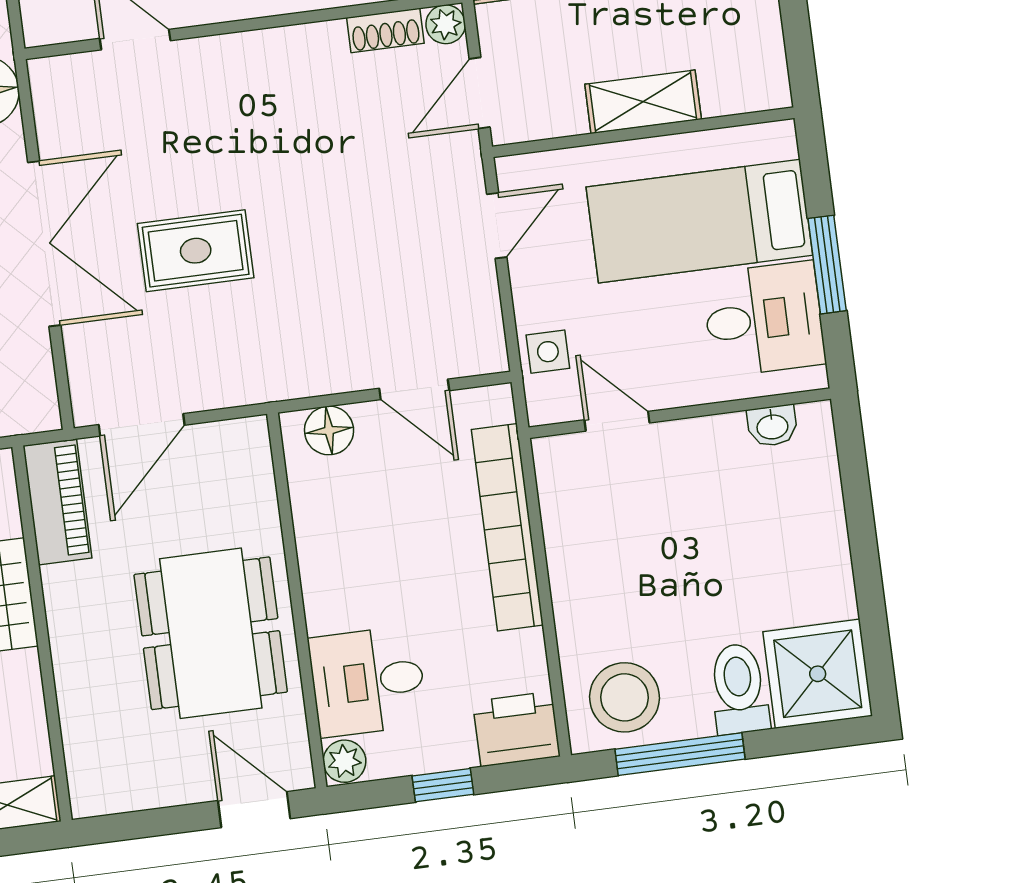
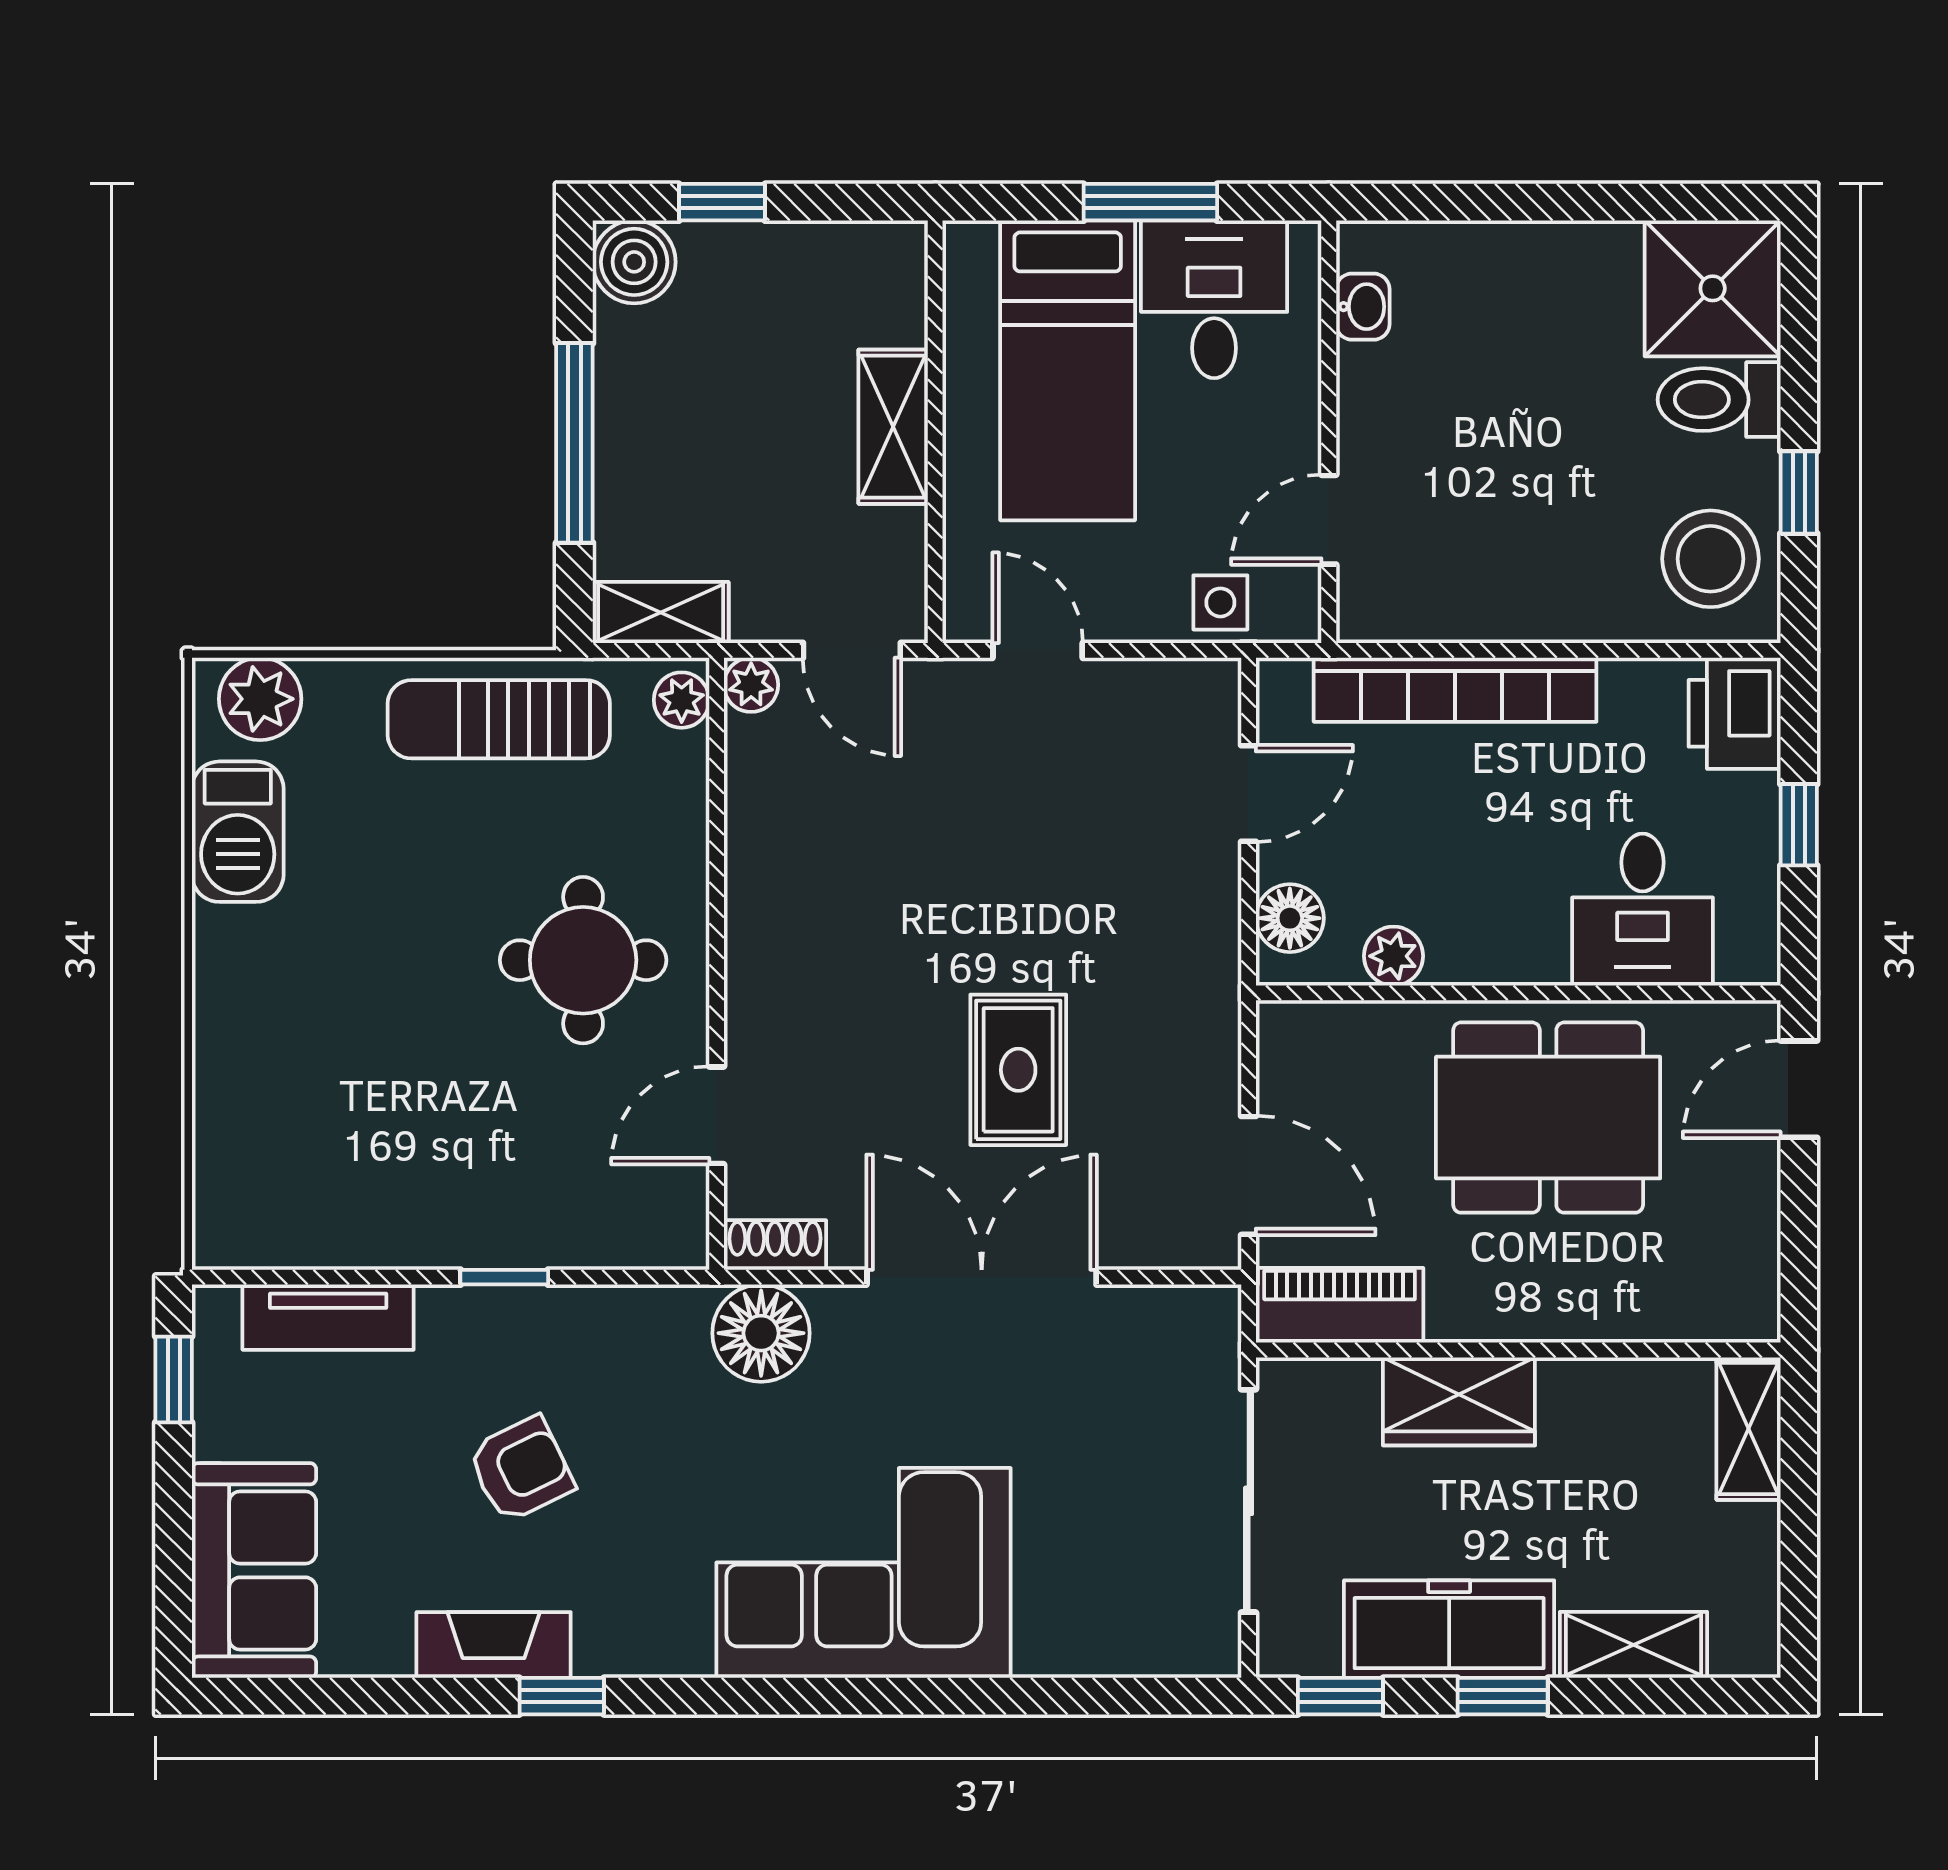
shoe rack: (385, 30) -> (775, 1245), moved, turned -90
window: (680, 754) -> (1799, 492), width x0.46
plant: (344, 761) -> (1393, 956), moved

